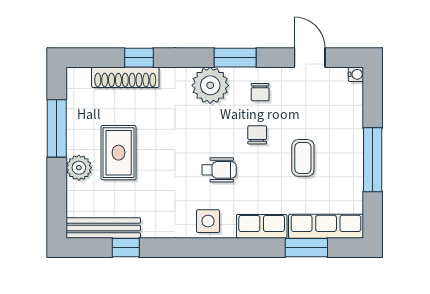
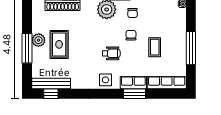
window: (57, 128) -> (27, 48), moved
plant: (79, 168) -> (39, 40), moved
window: (126, 248) -> (51, 94), moved
window: (306, 248) -> (134, 94), moved

